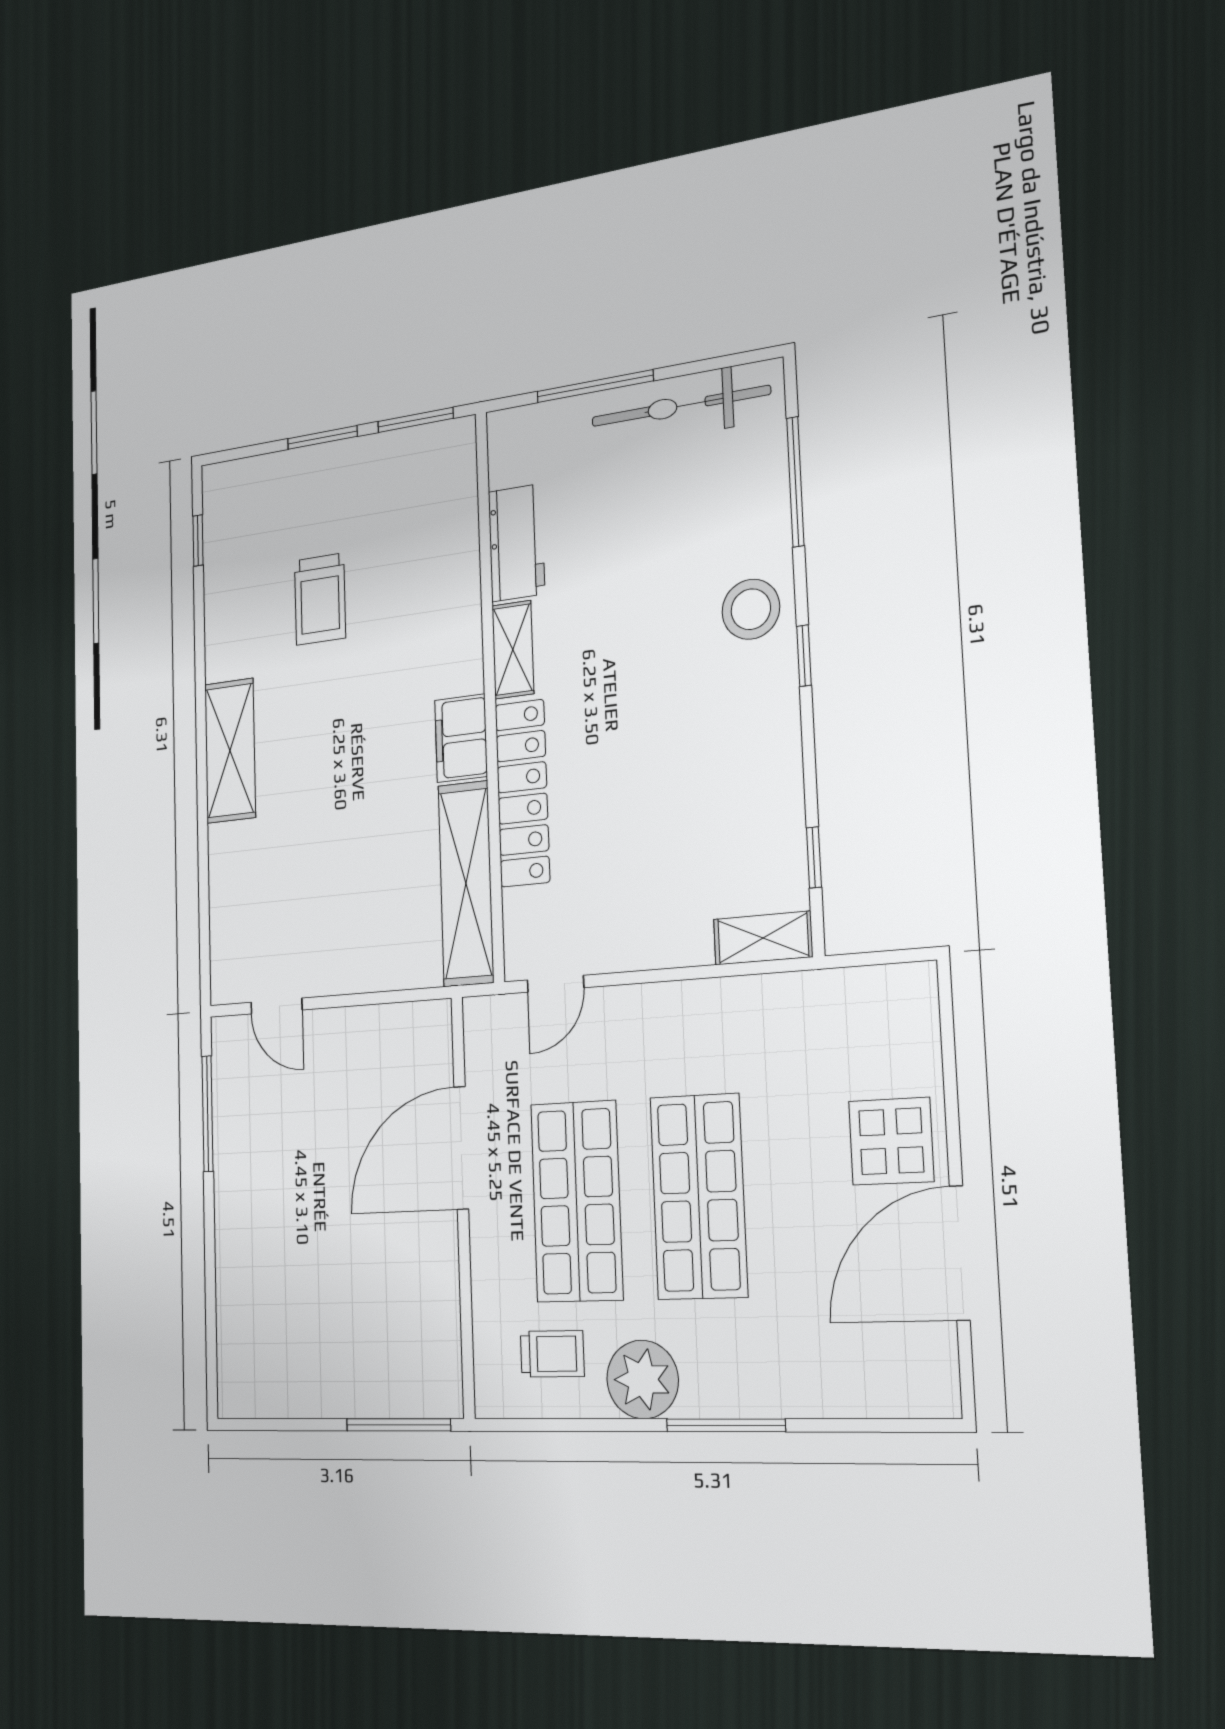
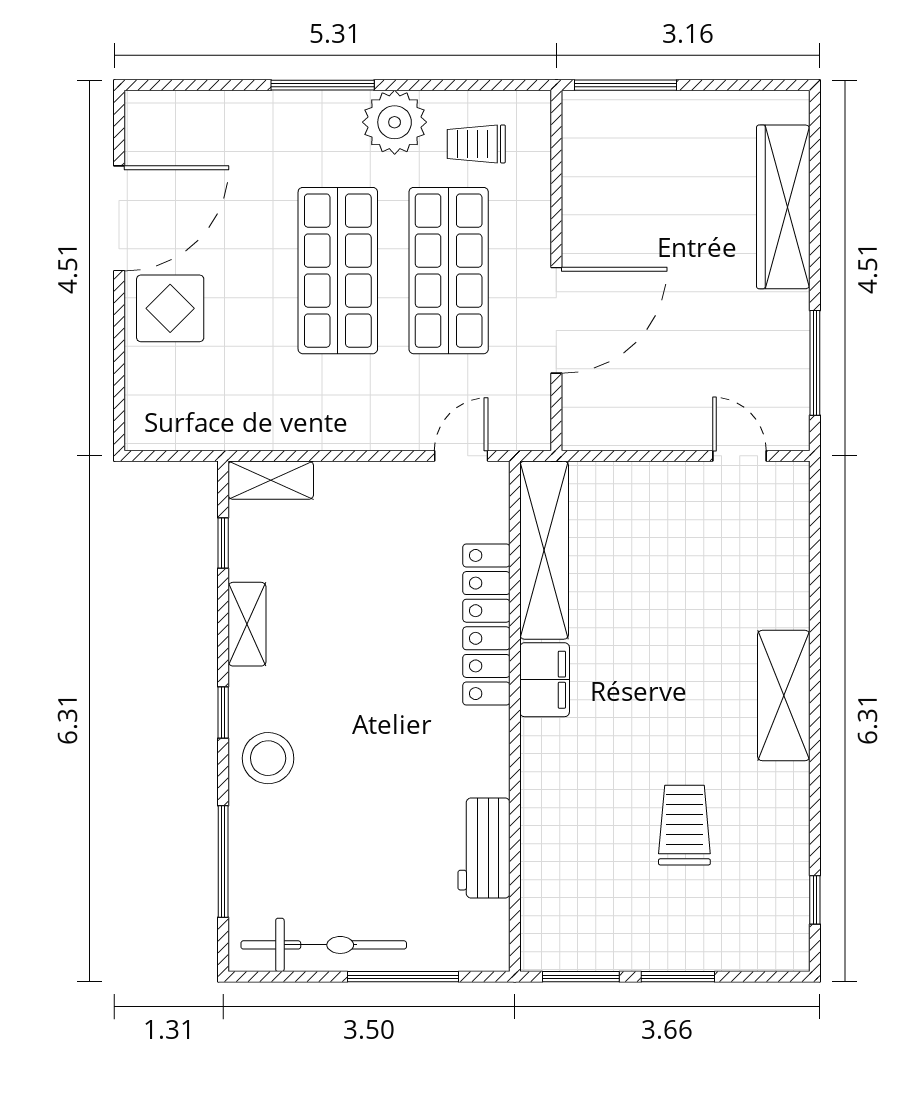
shelving: (513, 650) -> (247, 624), moved
wardrobe: (240, 1286) -> (783, 207), added

